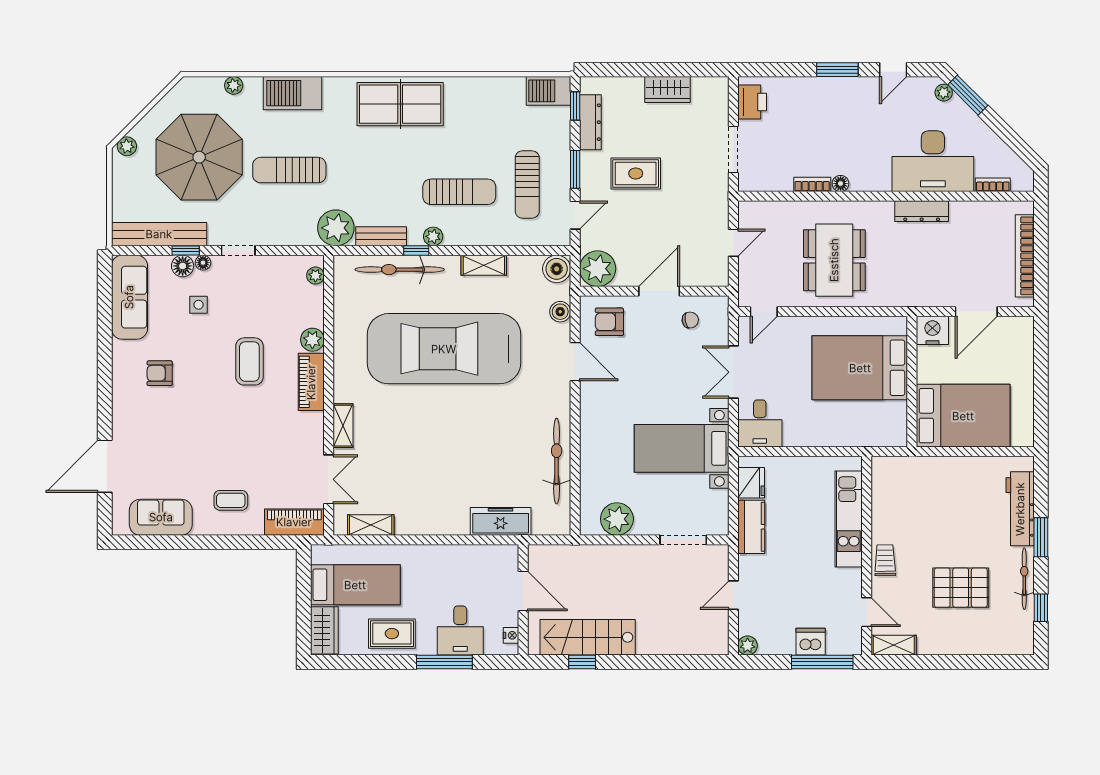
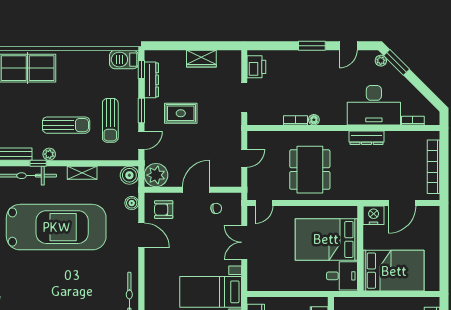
car: (444, 349) -> (56, 227), turned 180
desk: (760, 423) -> (342, 276), moved, turned -90

